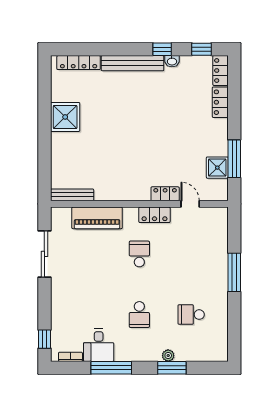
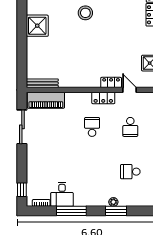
stool: (130, 100) -> (85, 13), added
piano: (97, 218) -> (46, 100), moved
school desk: (139, 315) -> (130, 127), moved

